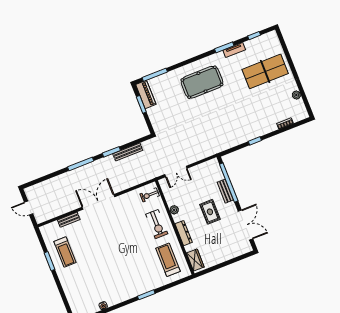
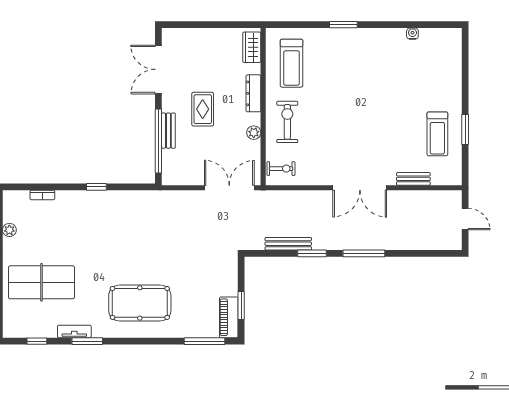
double door: (176, 171) -> (229, 188), width x1.37
treadmill: (65, 252) -> (437, 134), turned 180

